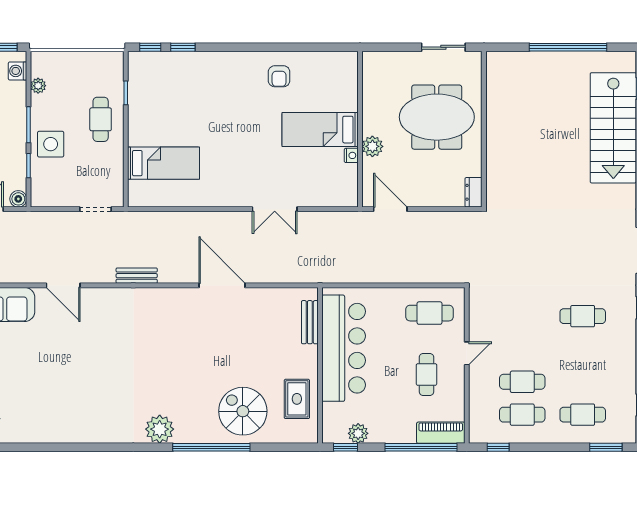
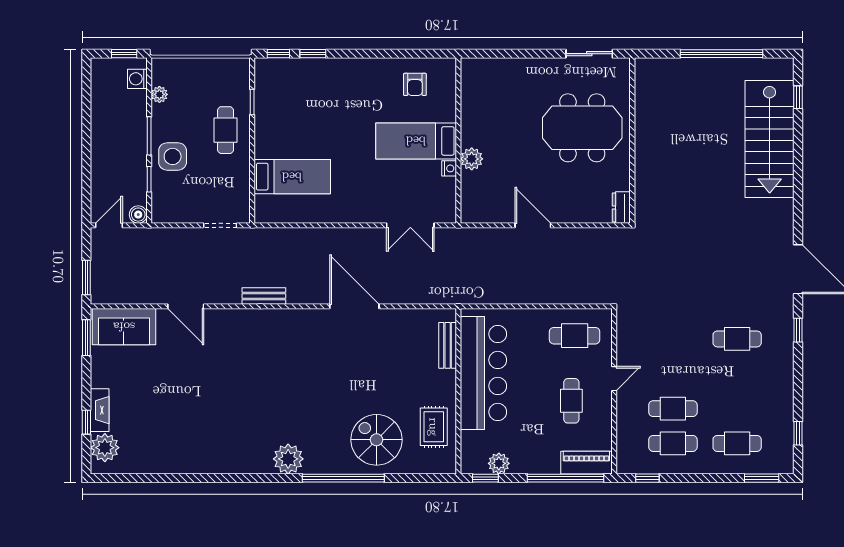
wall: (360, 129) -> (458, 141), moved
bed: (320, 130) -> (416, 141), moved
plant: (372, 146) -> (472, 159), moved
nightstand: (351, 155) -> (449, 168), moved

